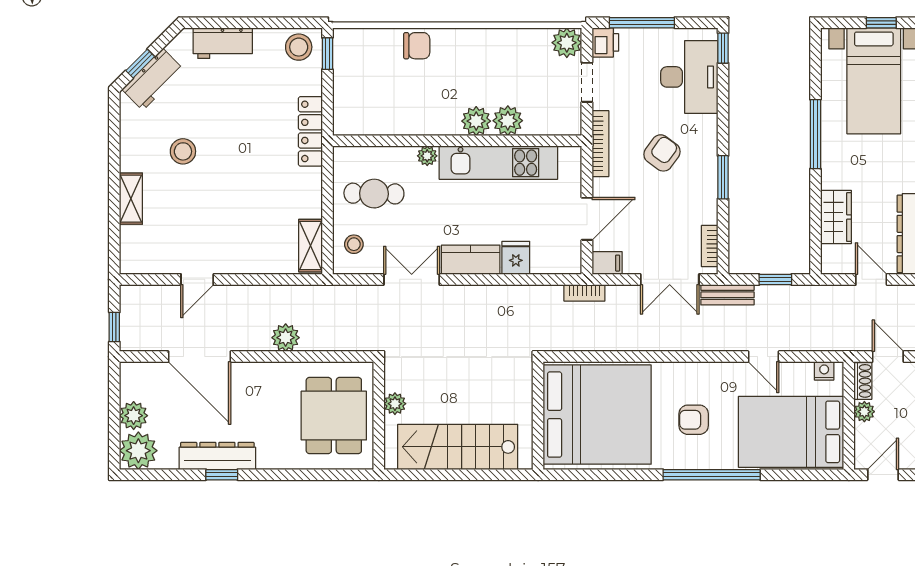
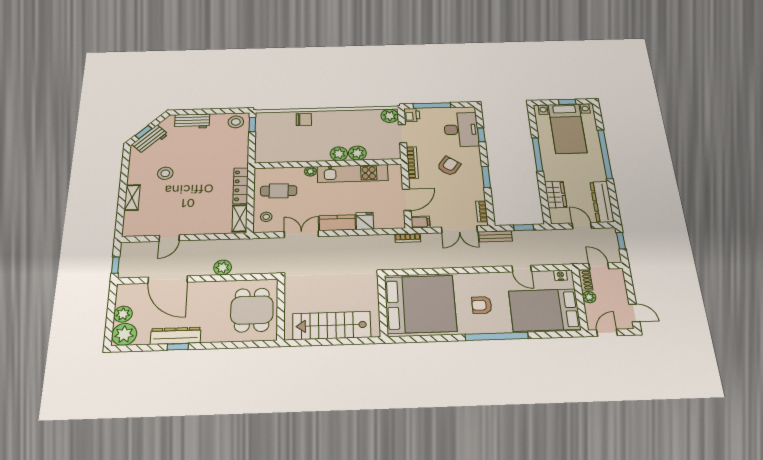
window: (723, 48) -> (481, 135), moved
locker: (310, 131) -> (241, 186), moved
plant: (395, 404) -> (291, 302), removed

